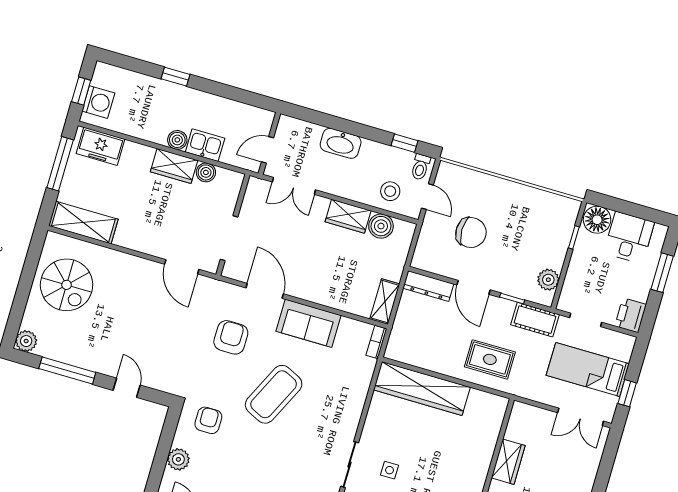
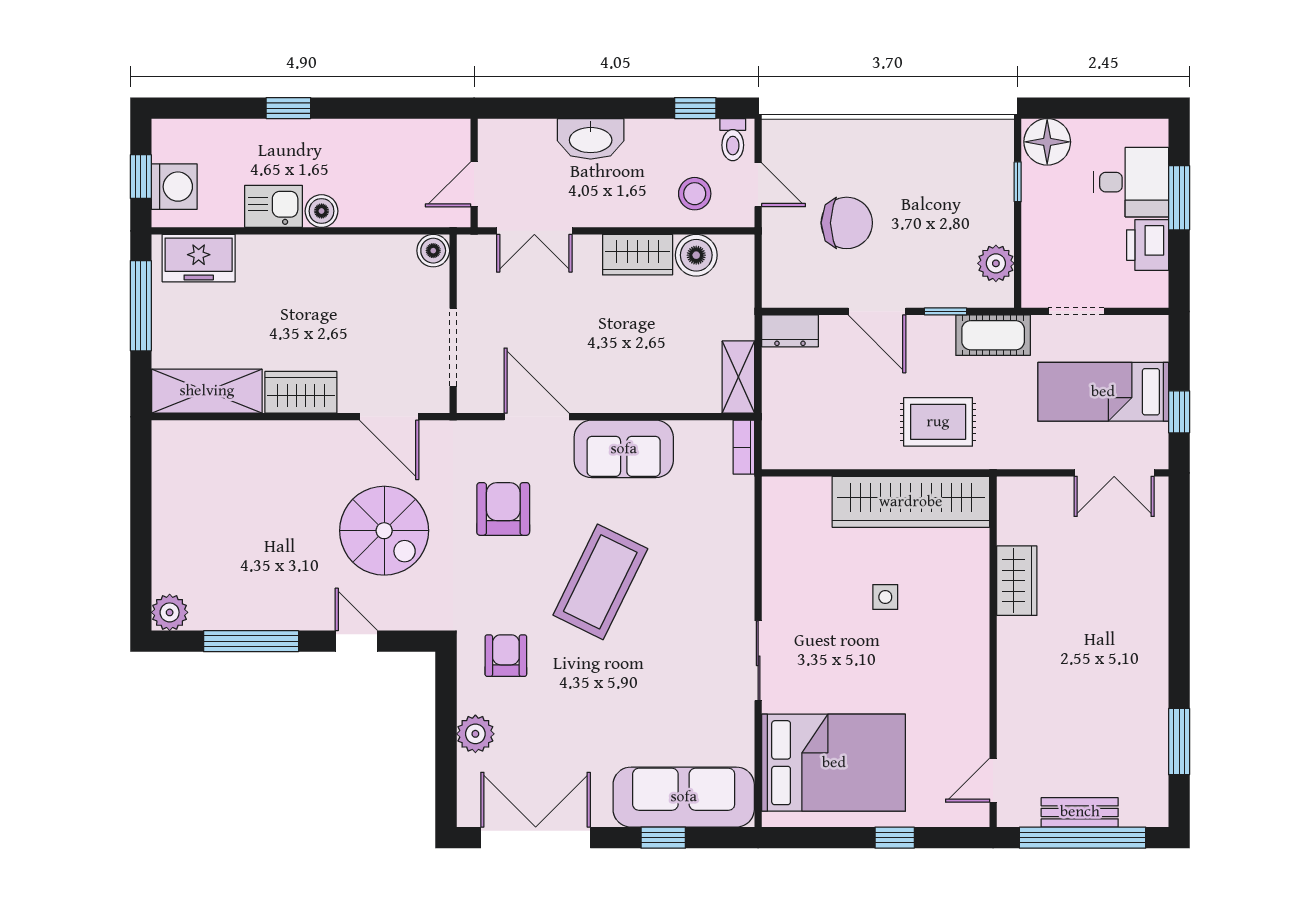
kitchen sink: (205, 145) -> (274, 206), moved
wardrobe: (174, 166) -> (301, 392), moved, turned 180
boiler: (206, 172) -> (433, 251), moved
desk: (629, 238) -> (1131, 182), moved, turned 90
spiral stairs: (67, 285) -> (384, 531), moved
dresser: (428, 286) -> (790, 331), width x0.70
printer: (631, 315) -> (1148, 245), moved
wardrobe: (422, 388) -> (911, 502), moved
side table: (390, 470) -> (885, 597), moved

